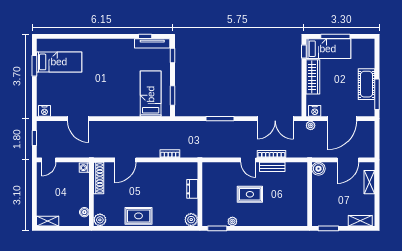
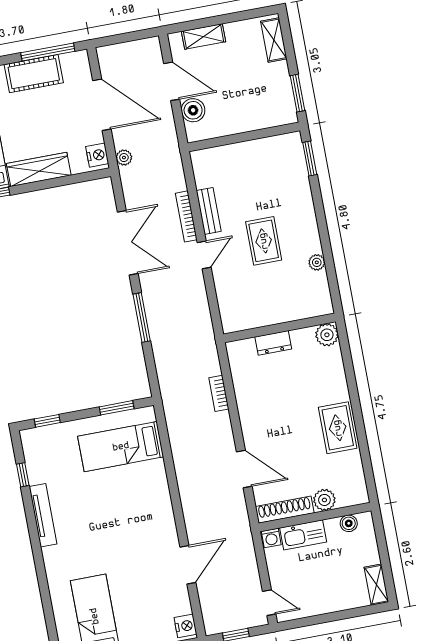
tv unit: (152, 43) -> (43, 515), moved
double door: (275, 119) -> (128, 243), moved
boiler: (318, 169) -> (193, 110), moved
kitchen sink: (83, 186) -> (303, 535), added
plant: (100, 220) -> (324, 500), moved
window: (217, 228) -> (310, 158), moved

